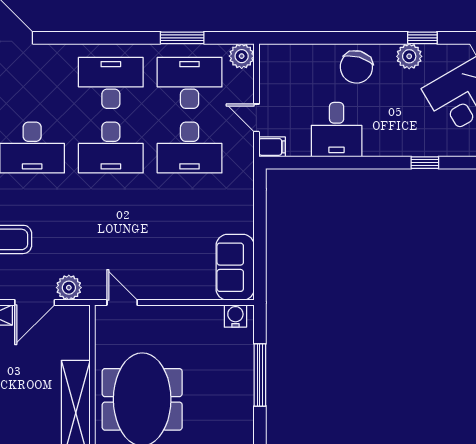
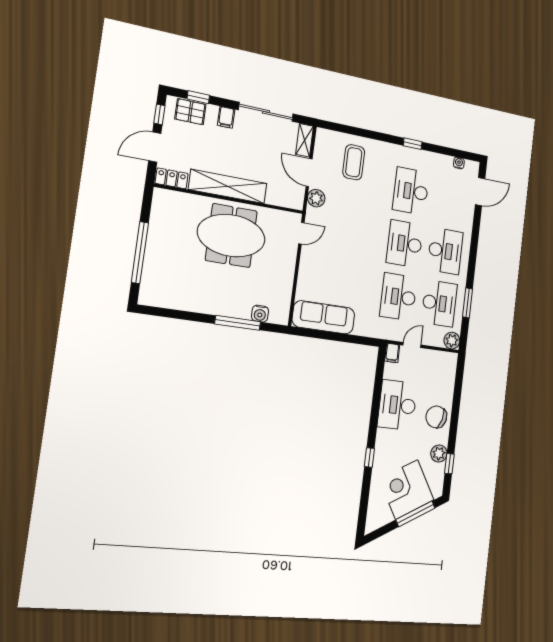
desk: (337, 130) -> (397, 405), width x1.37
sofa: (235, 267) -> (324, 317), width x1.36
water cooler: (235, 316) -> (260, 314), moved, turned 90

